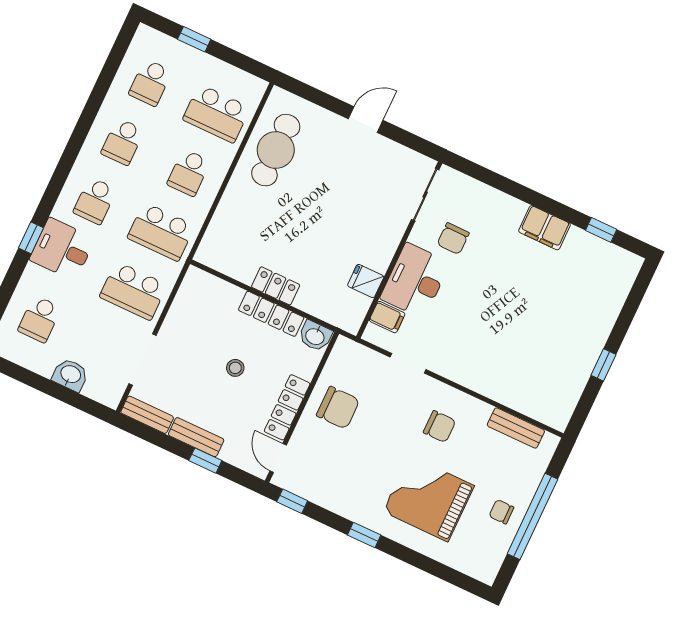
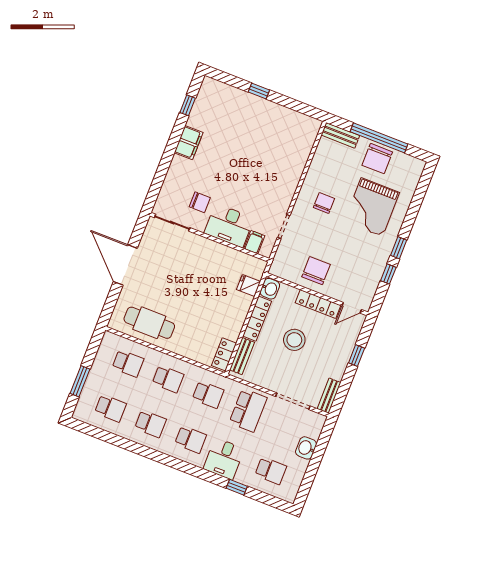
window: (194, 39) -> (80, 381), width x1.50
school desk: (216, 114) -> (128, 363), width x0.54
door: (366, 120) -> (125, 265), width x1.88
school desk: (161, 232) -> (208, 395), width x0.54
window: (31, 238) -> (237, 487), moved
fridge: (366, 281) -> (249, 285), moved, turned 90
locker: (276, 286) -> (224, 354), moved
window: (603, 365) -> (259, 91), moved
stool: (235, 368) -> (294, 340), width x1.89, depth x1.89
bench: (516, 428) -> (340, 135), moved, turned 90
bench: (196, 437) -> (242, 356), moved
window: (292, 501) -> (388, 274), moved
chair: (501, 512) -> (377, 159), width x1.87, depth x1.87

